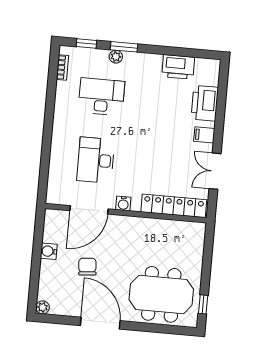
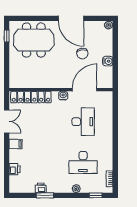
window: (124, 47) -> (45, 195), moved
printer: (178, 67) -> (41, 188), width x0.53, depth x0.68
printer: (205, 103) -> (14, 169), width x0.53, depth x0.68

